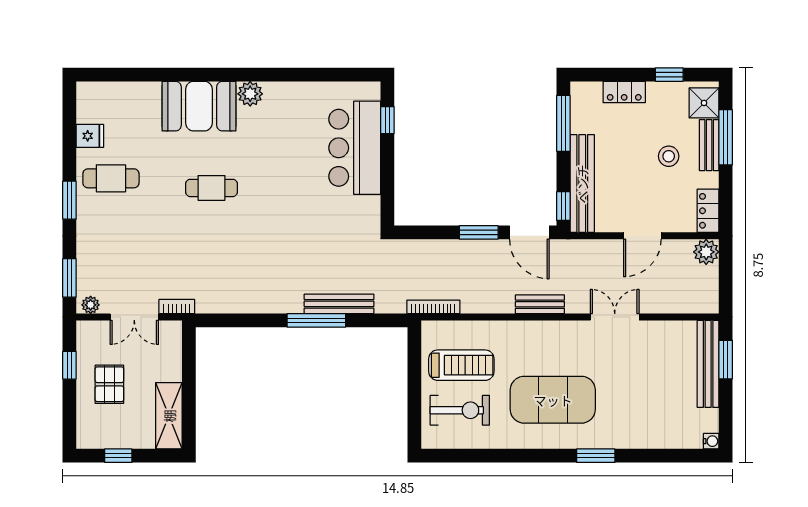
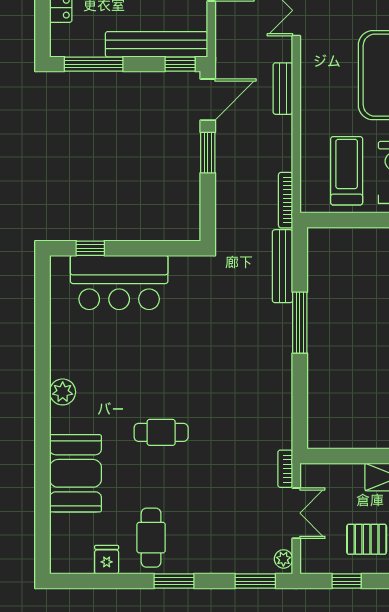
booth: (199, 106) -> (75, 473), moved
cafe table: (211, 188) -> (161, 432), turned 90
bench: (339, 304) -> (282, 266), moved

